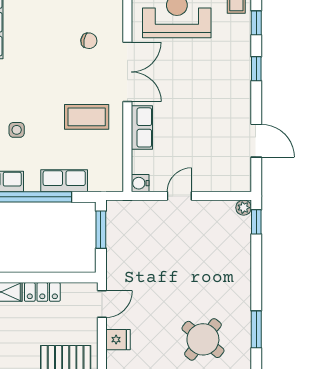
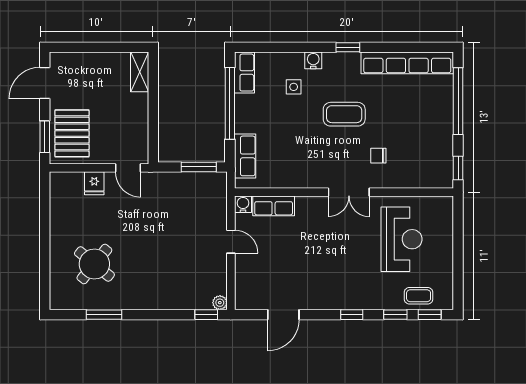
chair: (89, 41) -> (378, 156), turned 79
double door: (127, 72) -> (349, 192), width x0.73
coffee table: (87, 117) -> (344, 114), moved, turned 90
row of seats: (142, 127) -> (274, 206), moved
row of seats: (64, 181) -> (245, 156), moved
locker: (42, 292) -> (140, 111), removed

